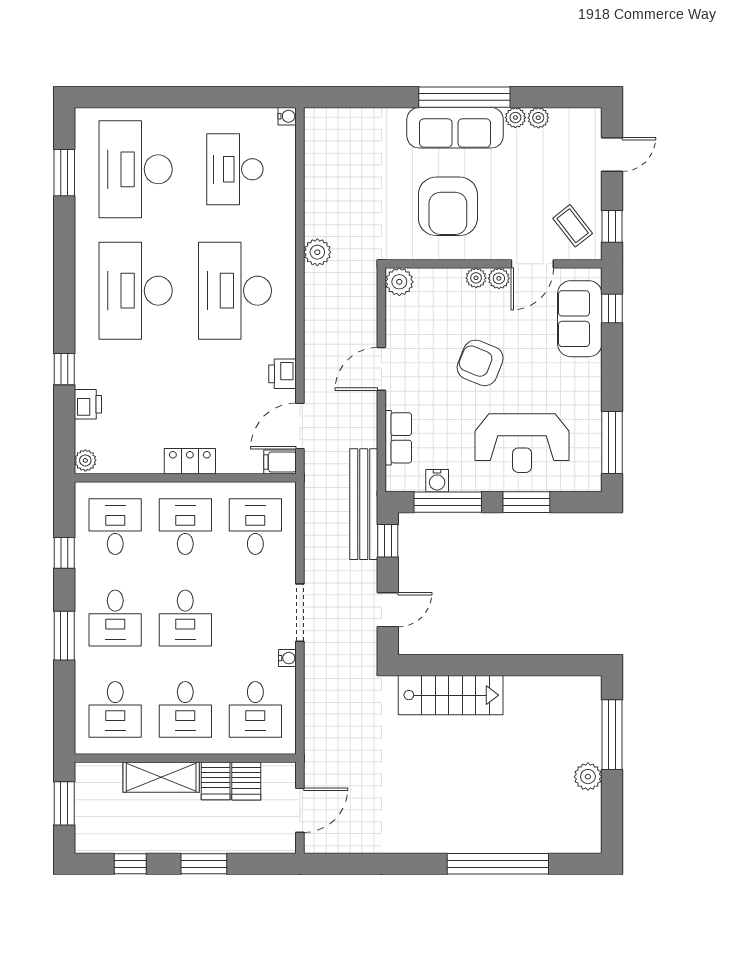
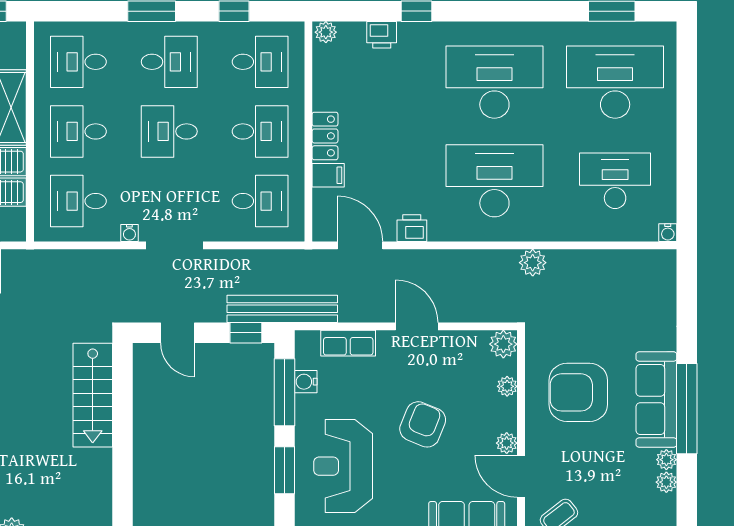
plant: (476, 278) -> (507, 386), moved
filing cabinet: (280, 462) -> (328, 175), moved, turned 90
desk: (115, 618) -> (169, 62), turned 180

